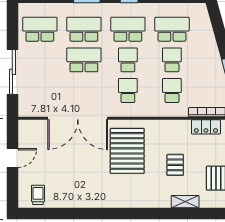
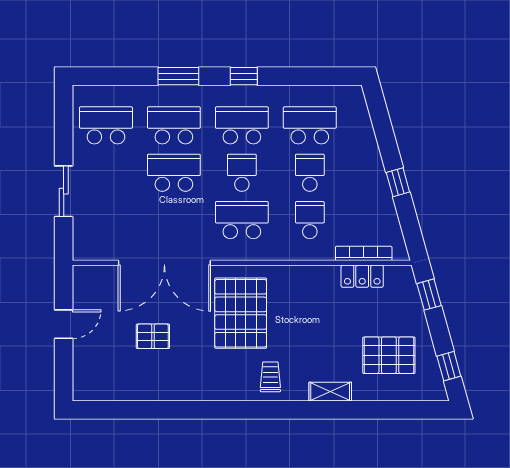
sliding door: (12, 72) -> (64, 191), width x0.73
school desk: (128, 91) -> (242, 220), width x1.85
pallet: (175, 165) -> (153, 336), moved, turned 90
trolley: (38, 195) -> (270, 377), moved

